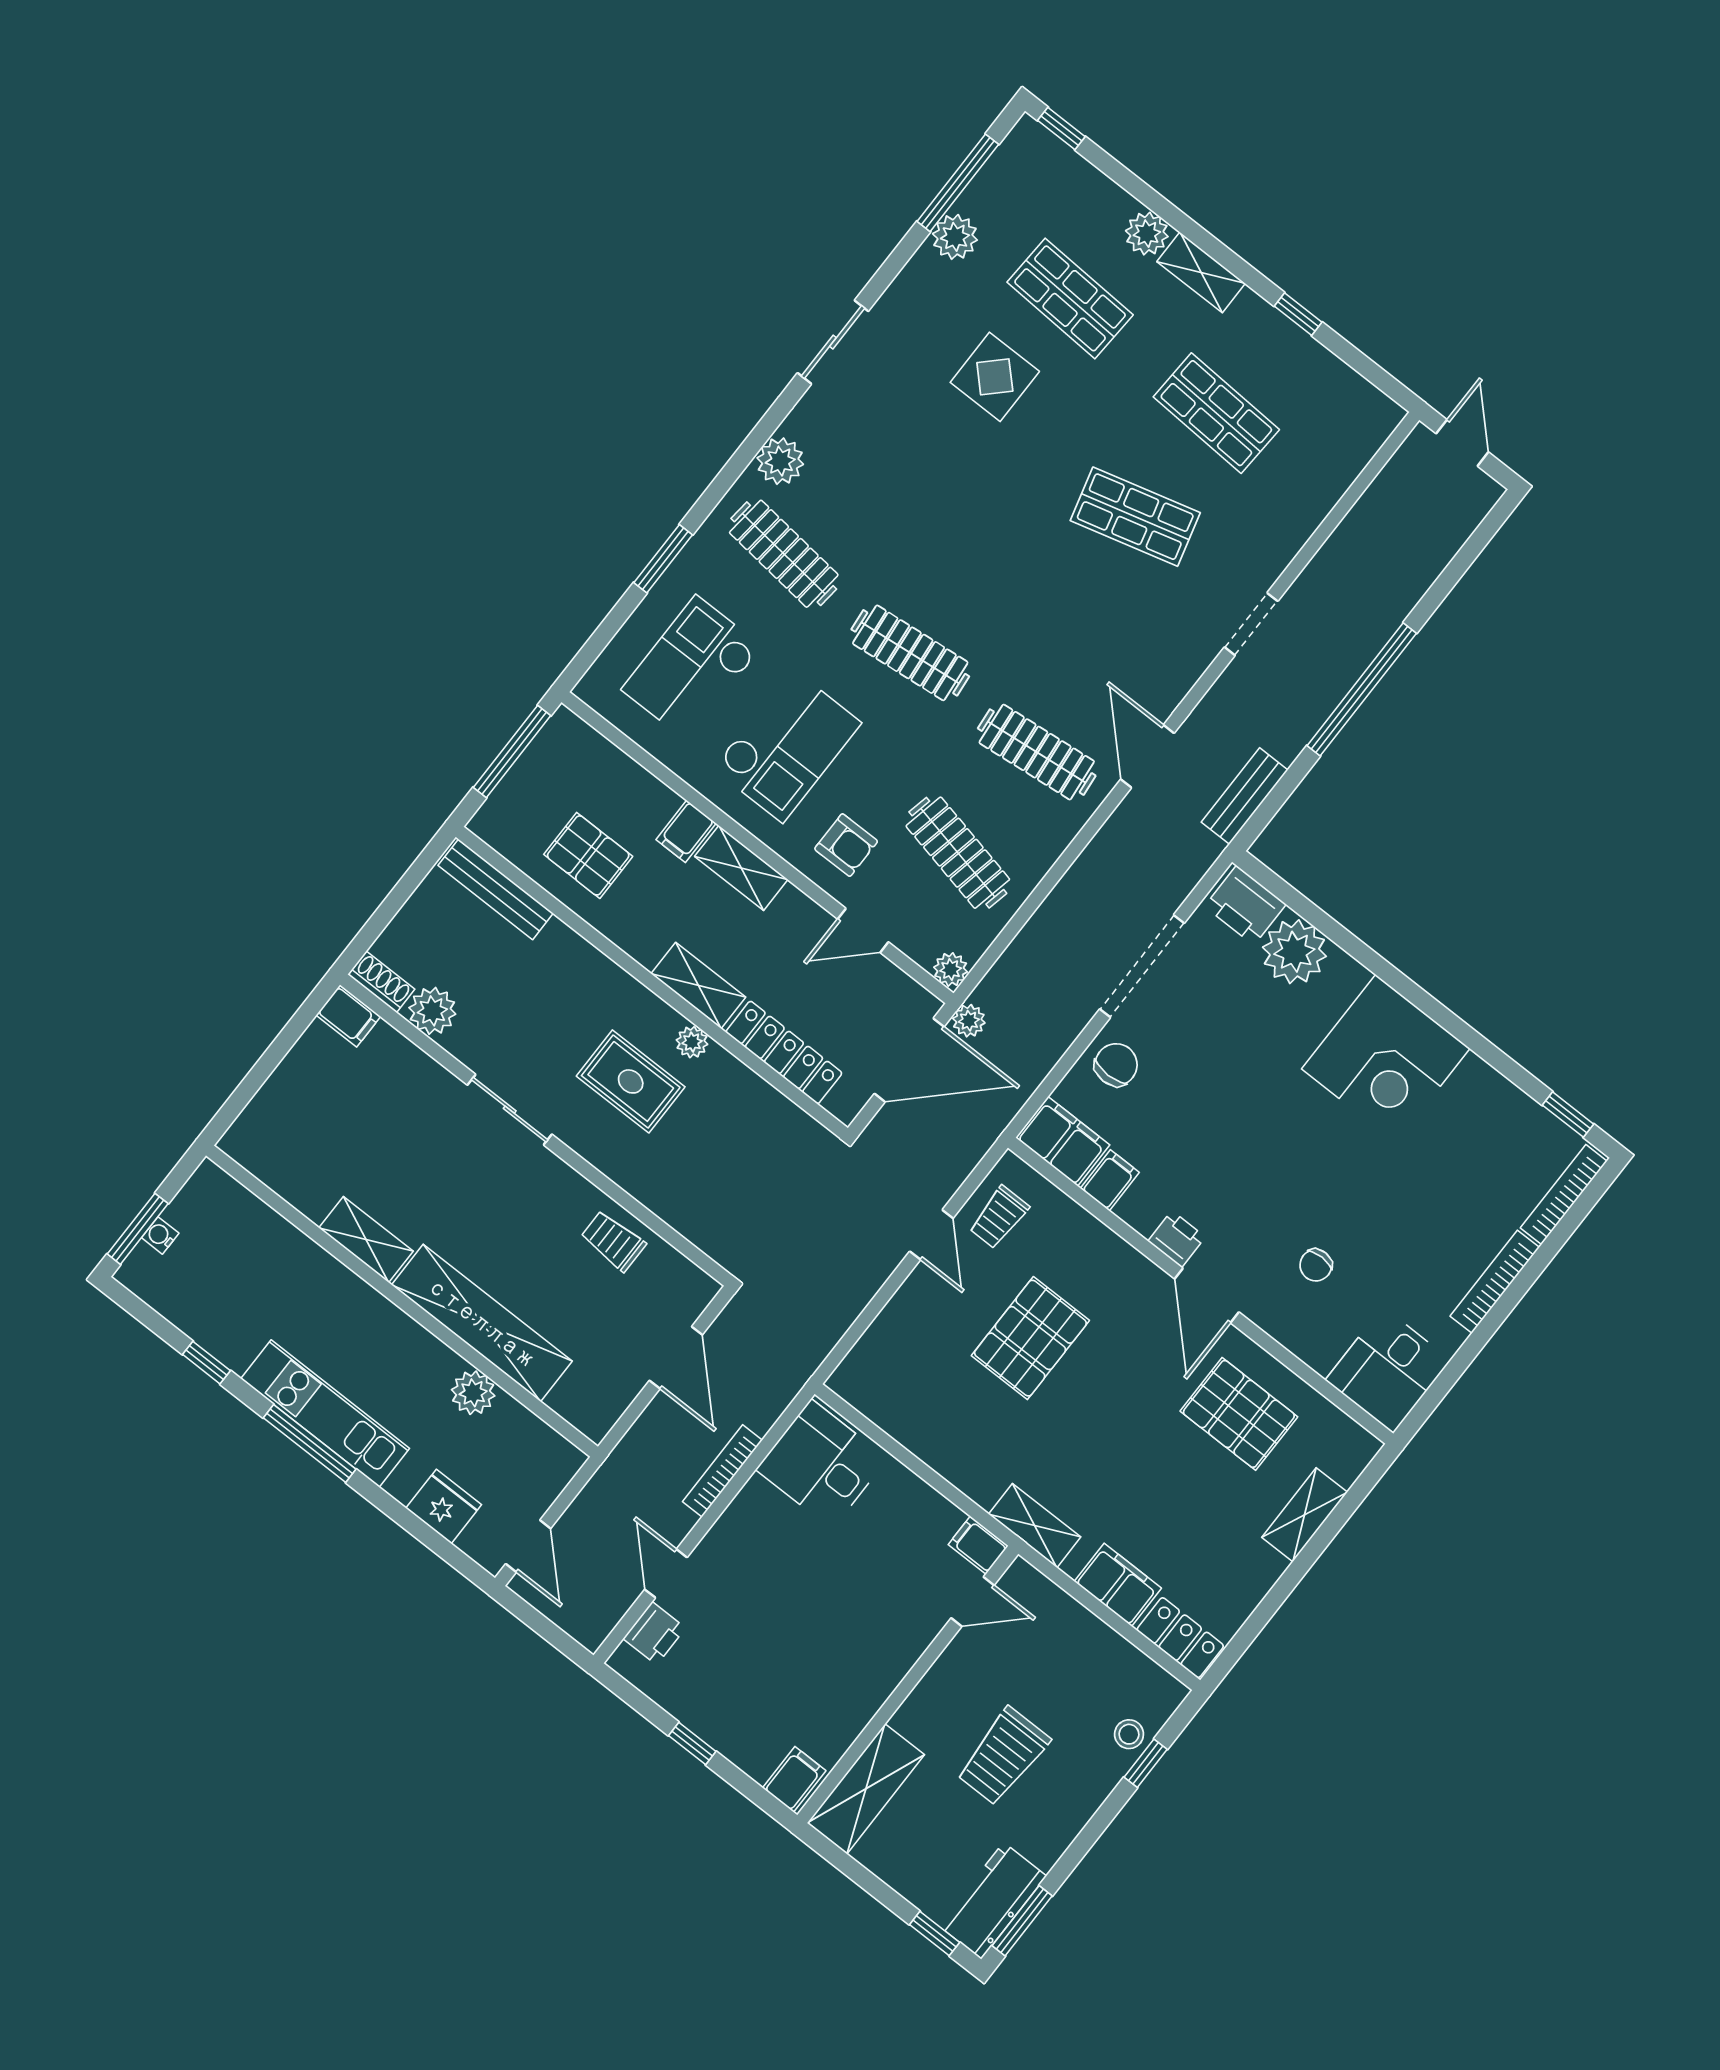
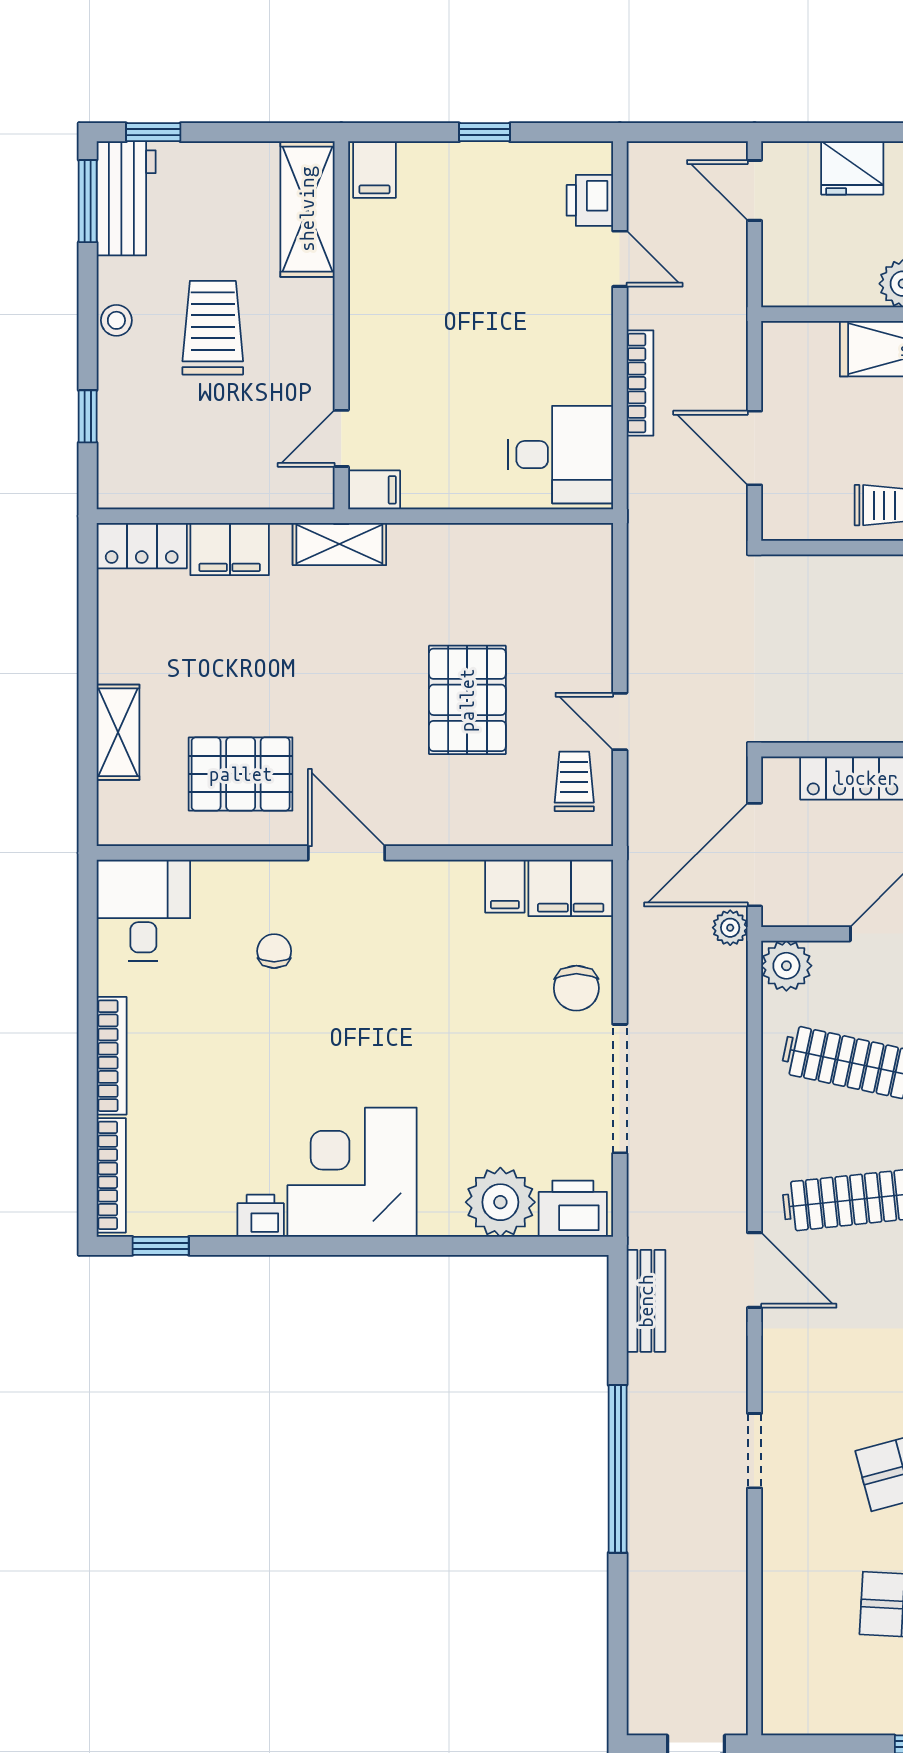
plant: (951, 970) -> (786, 966), width x1.38, depth x1.38
printer: (1177, 1239) -> (261, 1216), moved, turned 180
stool: (1129, 1734) -> (116, 320), moved

